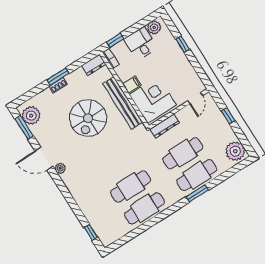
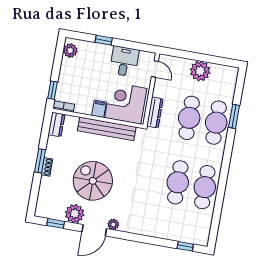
desk: (141, 44) -> (124, 61), moved, turned 90
plant: (31, 116) -> (75, 214), moved
window: (228, 116) -> (192, 56), removed
spiral stairs: (88, 118) -> (93, 181), moved, turned 180
window: (24, 127) -> (56, 223), width x0.67
plant: (235, 151) -> (200, 71), moved
window: (197, 193) -> (234, 116), moved

